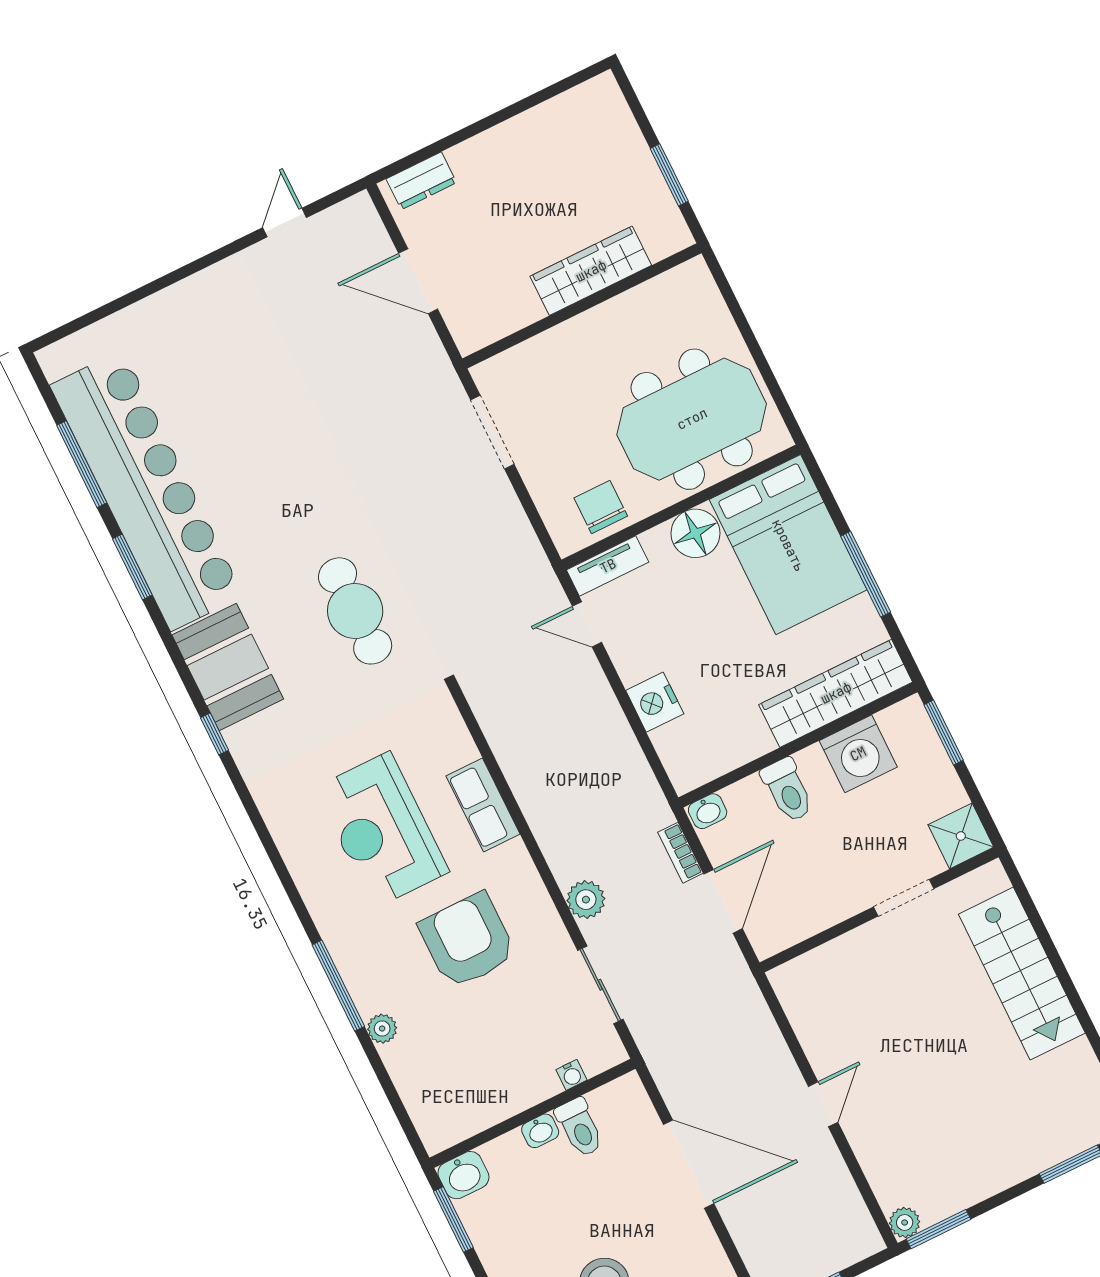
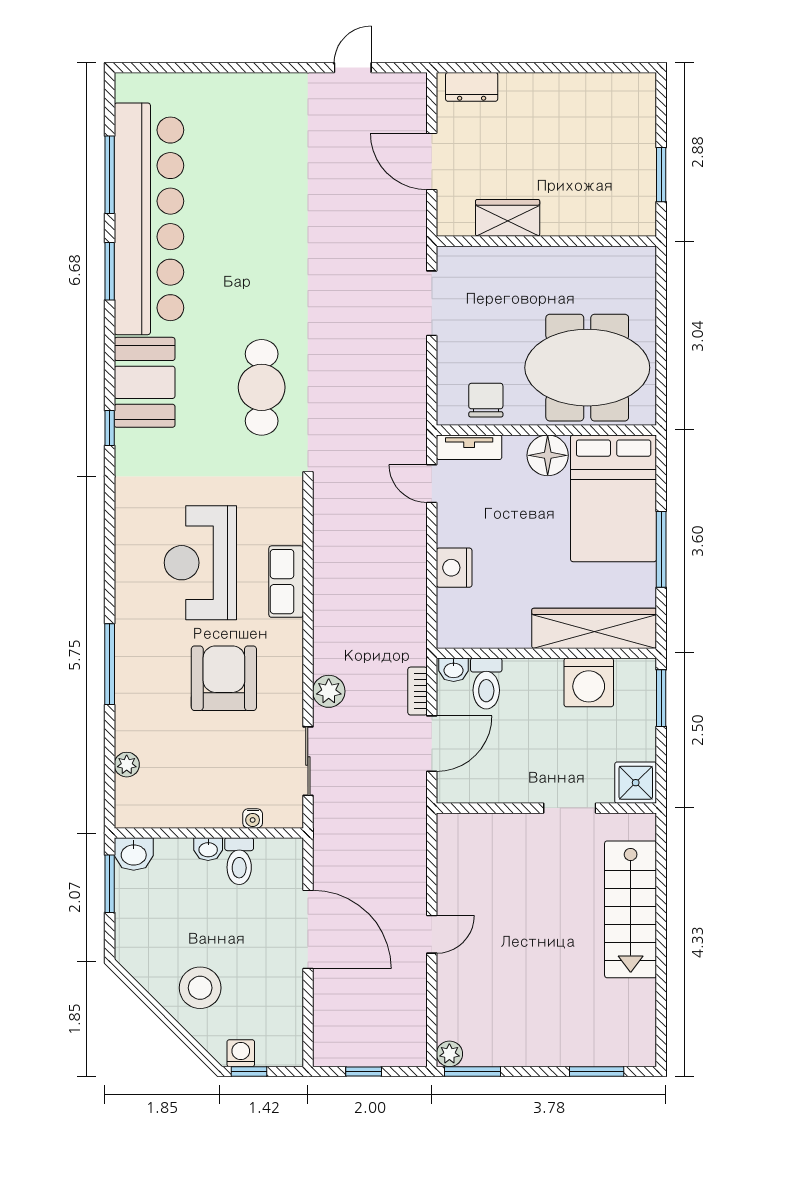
wardrobe: (591, 271) -> (508, 218), moved, width x0.67
toilet: (788, 790) -> (486, 683), moved
plant: (382, 1029) -> (127, 765), moved

